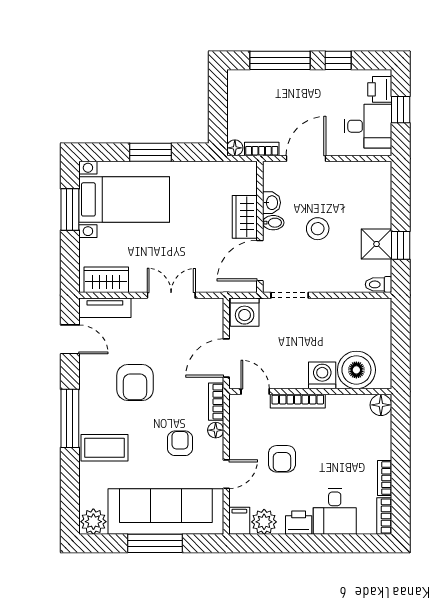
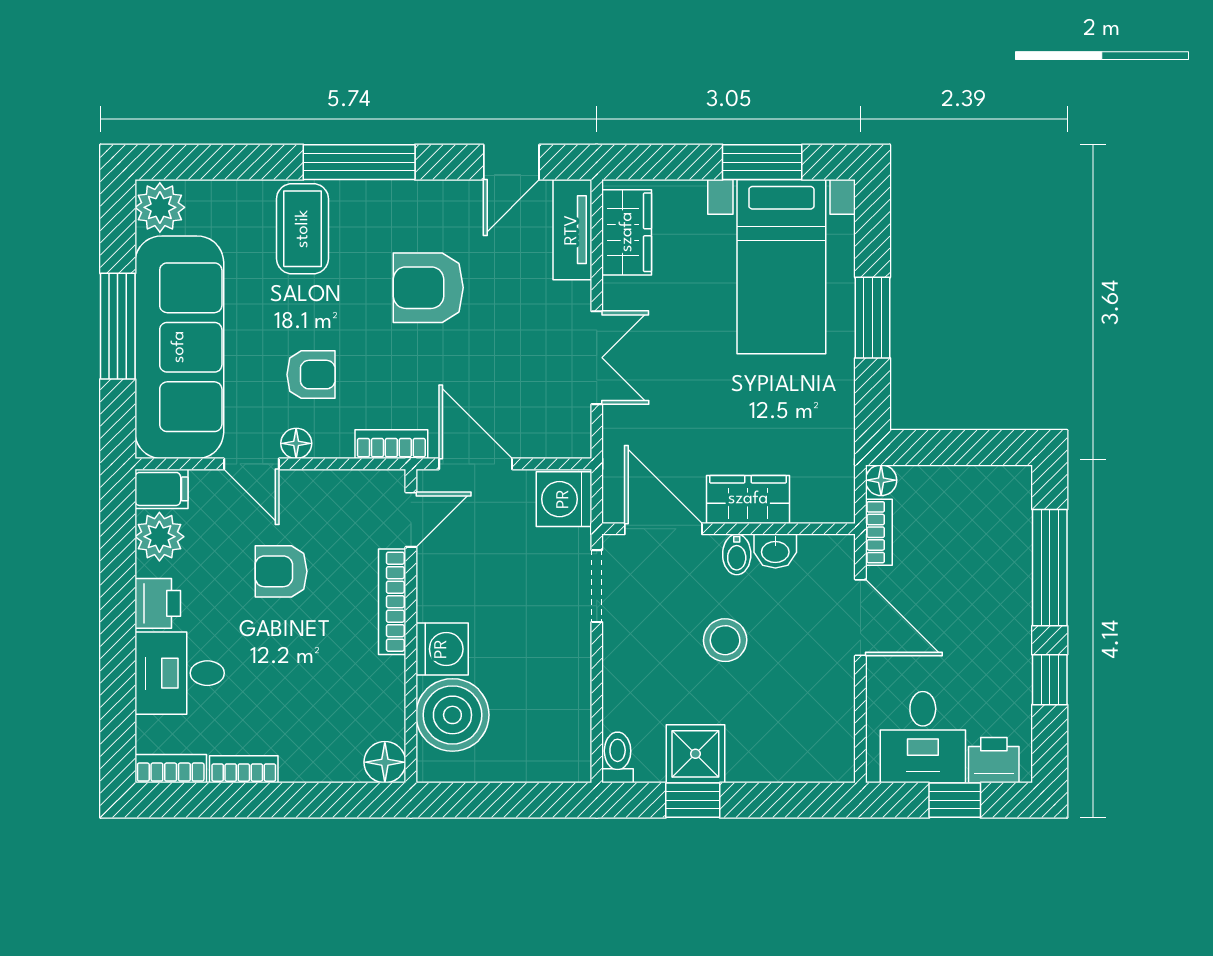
floor lamp: (216, 430) -> (296, 443), moved

